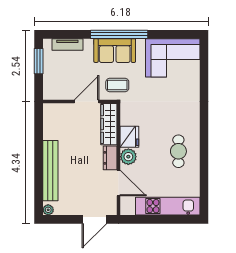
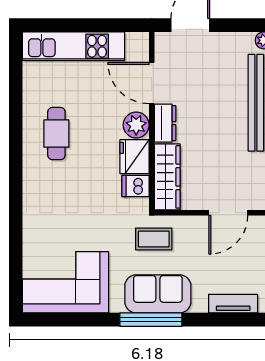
window: (119, 34) -> (151, 320), width x0.68
door: (87, 102) -> (228, 213), moved
dishwasher: (129, 118) -> (135, 186), added

